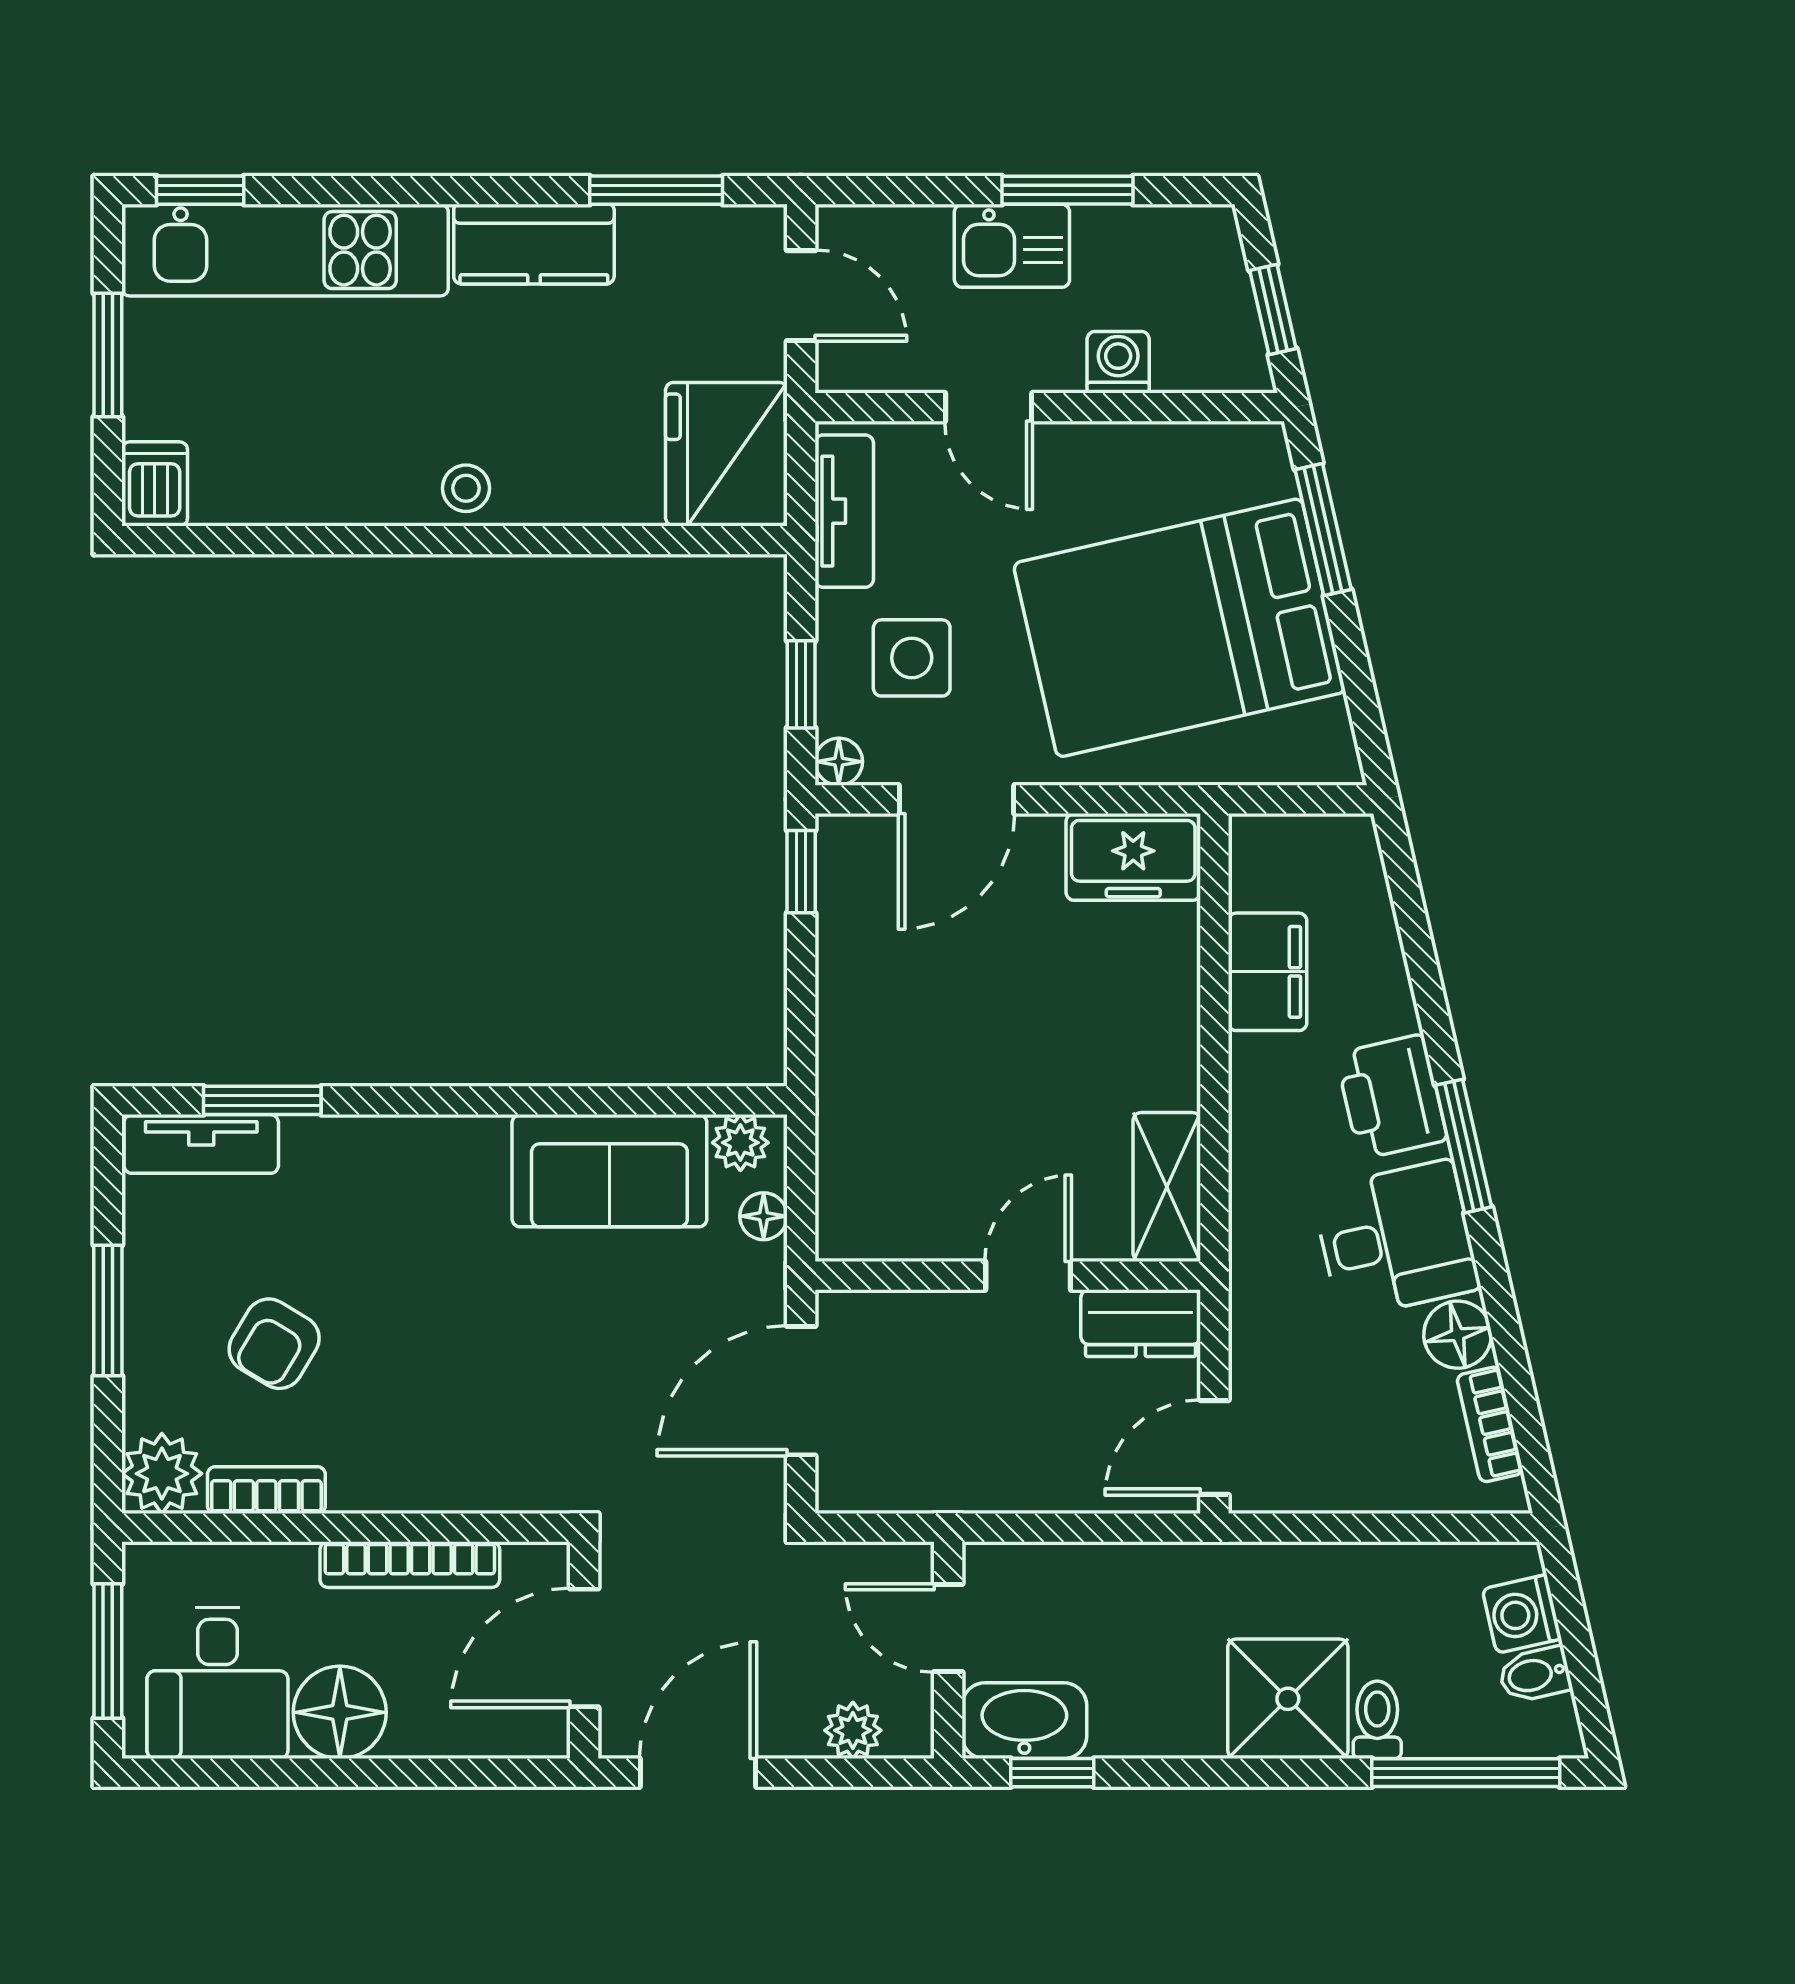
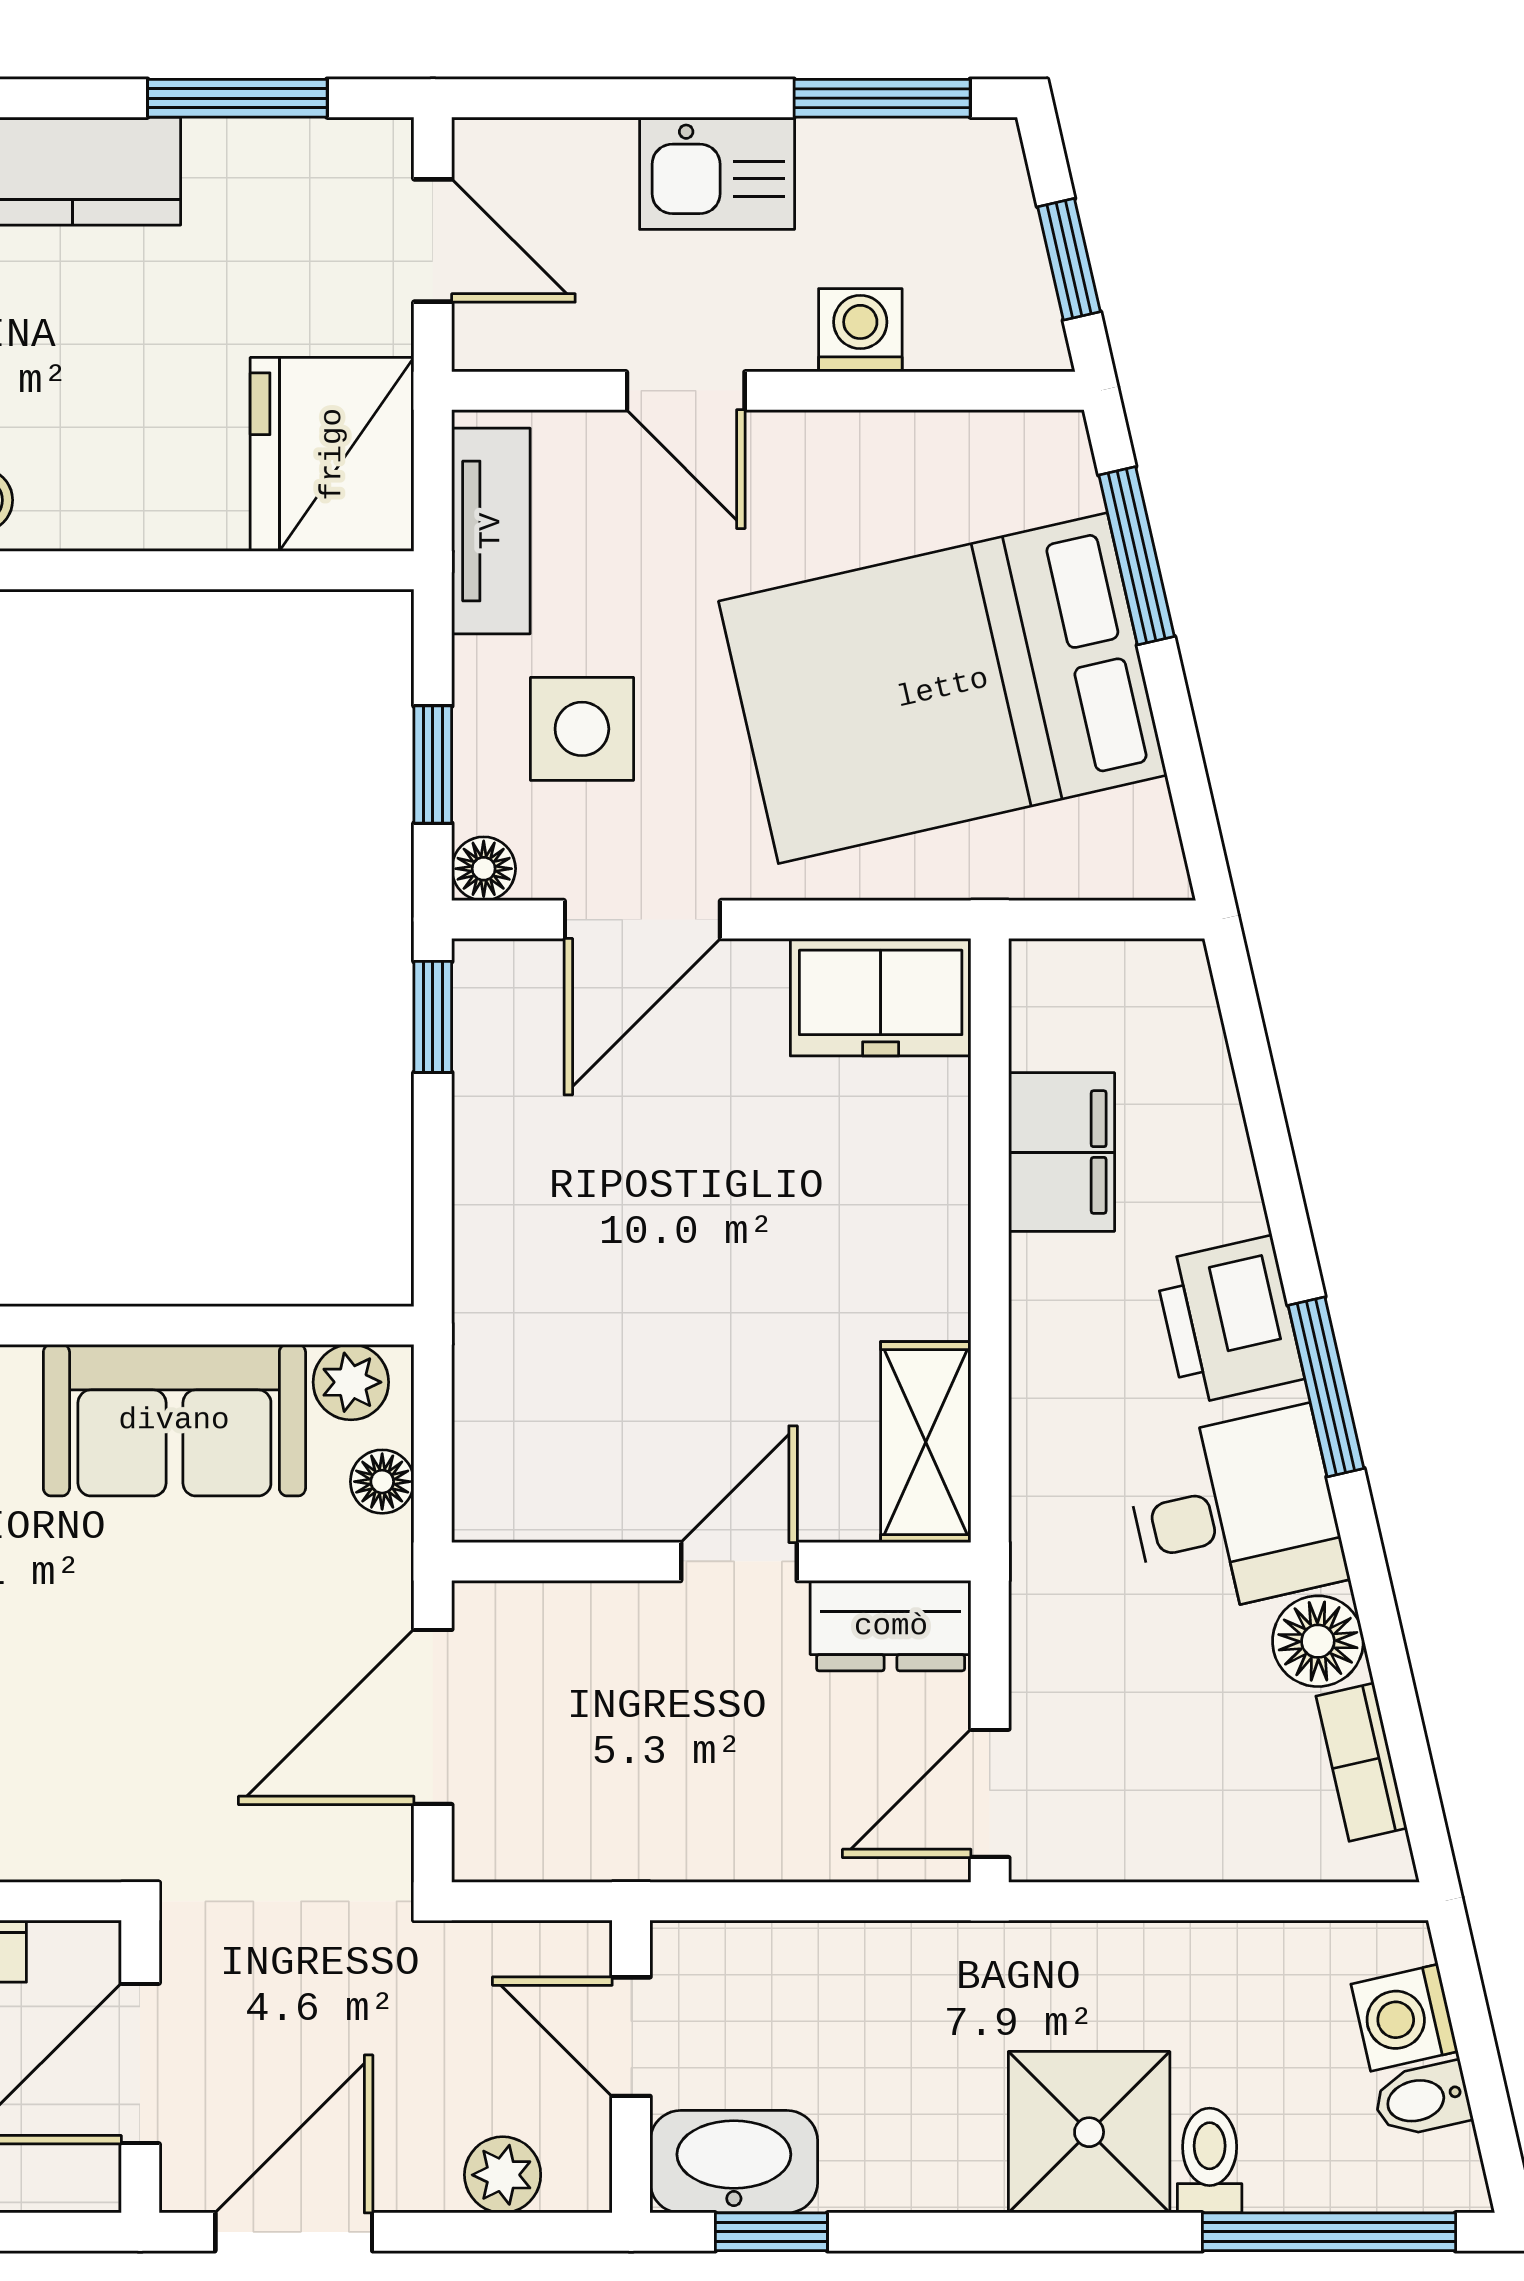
window: (1067, 190) -> (882, 98), moved

